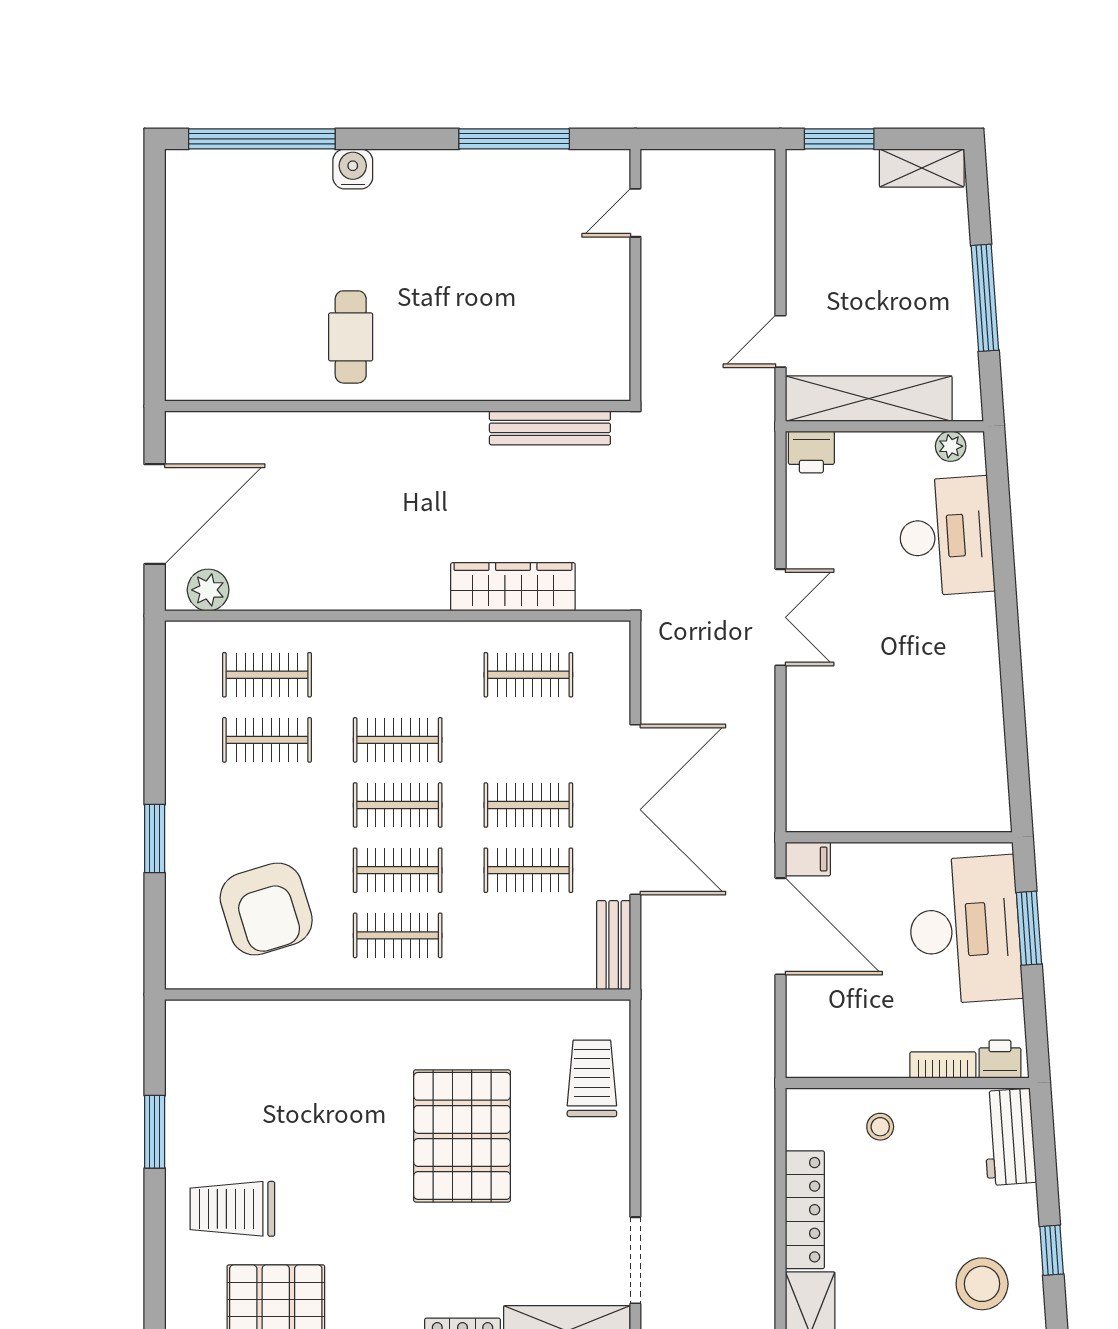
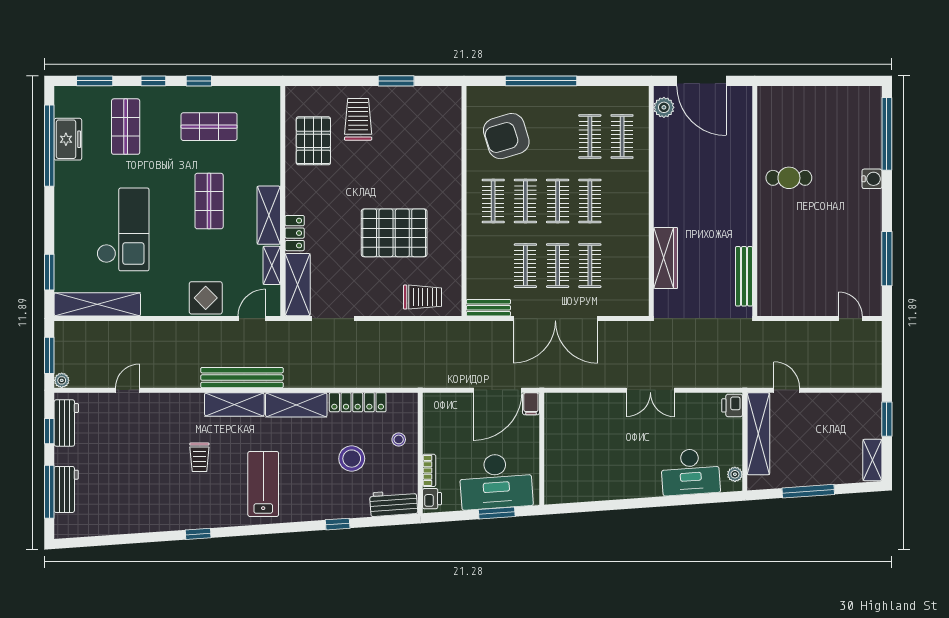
clothes rail: (528, 675) -> (590, 266), moved
window: (155, 839) -> (541, 81), width x2.11
stool: (982, 1284) -> (352, 459), moved

